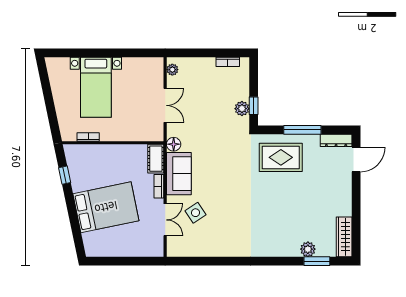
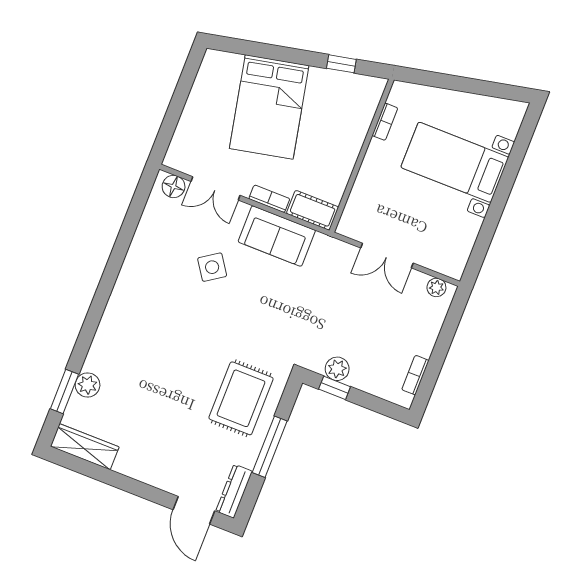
floor lamp: (174, 144) -> (174, 186), moved
side table: (196, 213) -> (212, 267), moved

